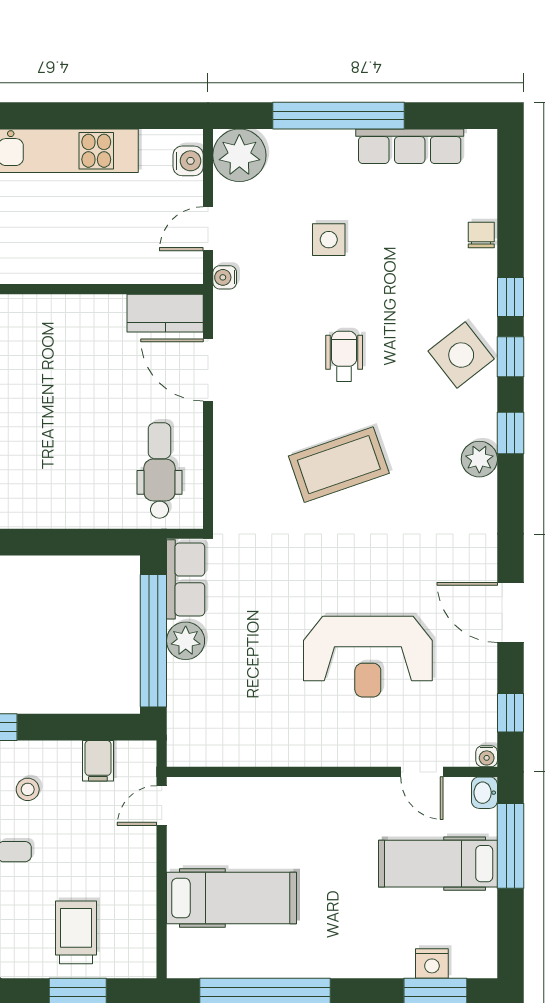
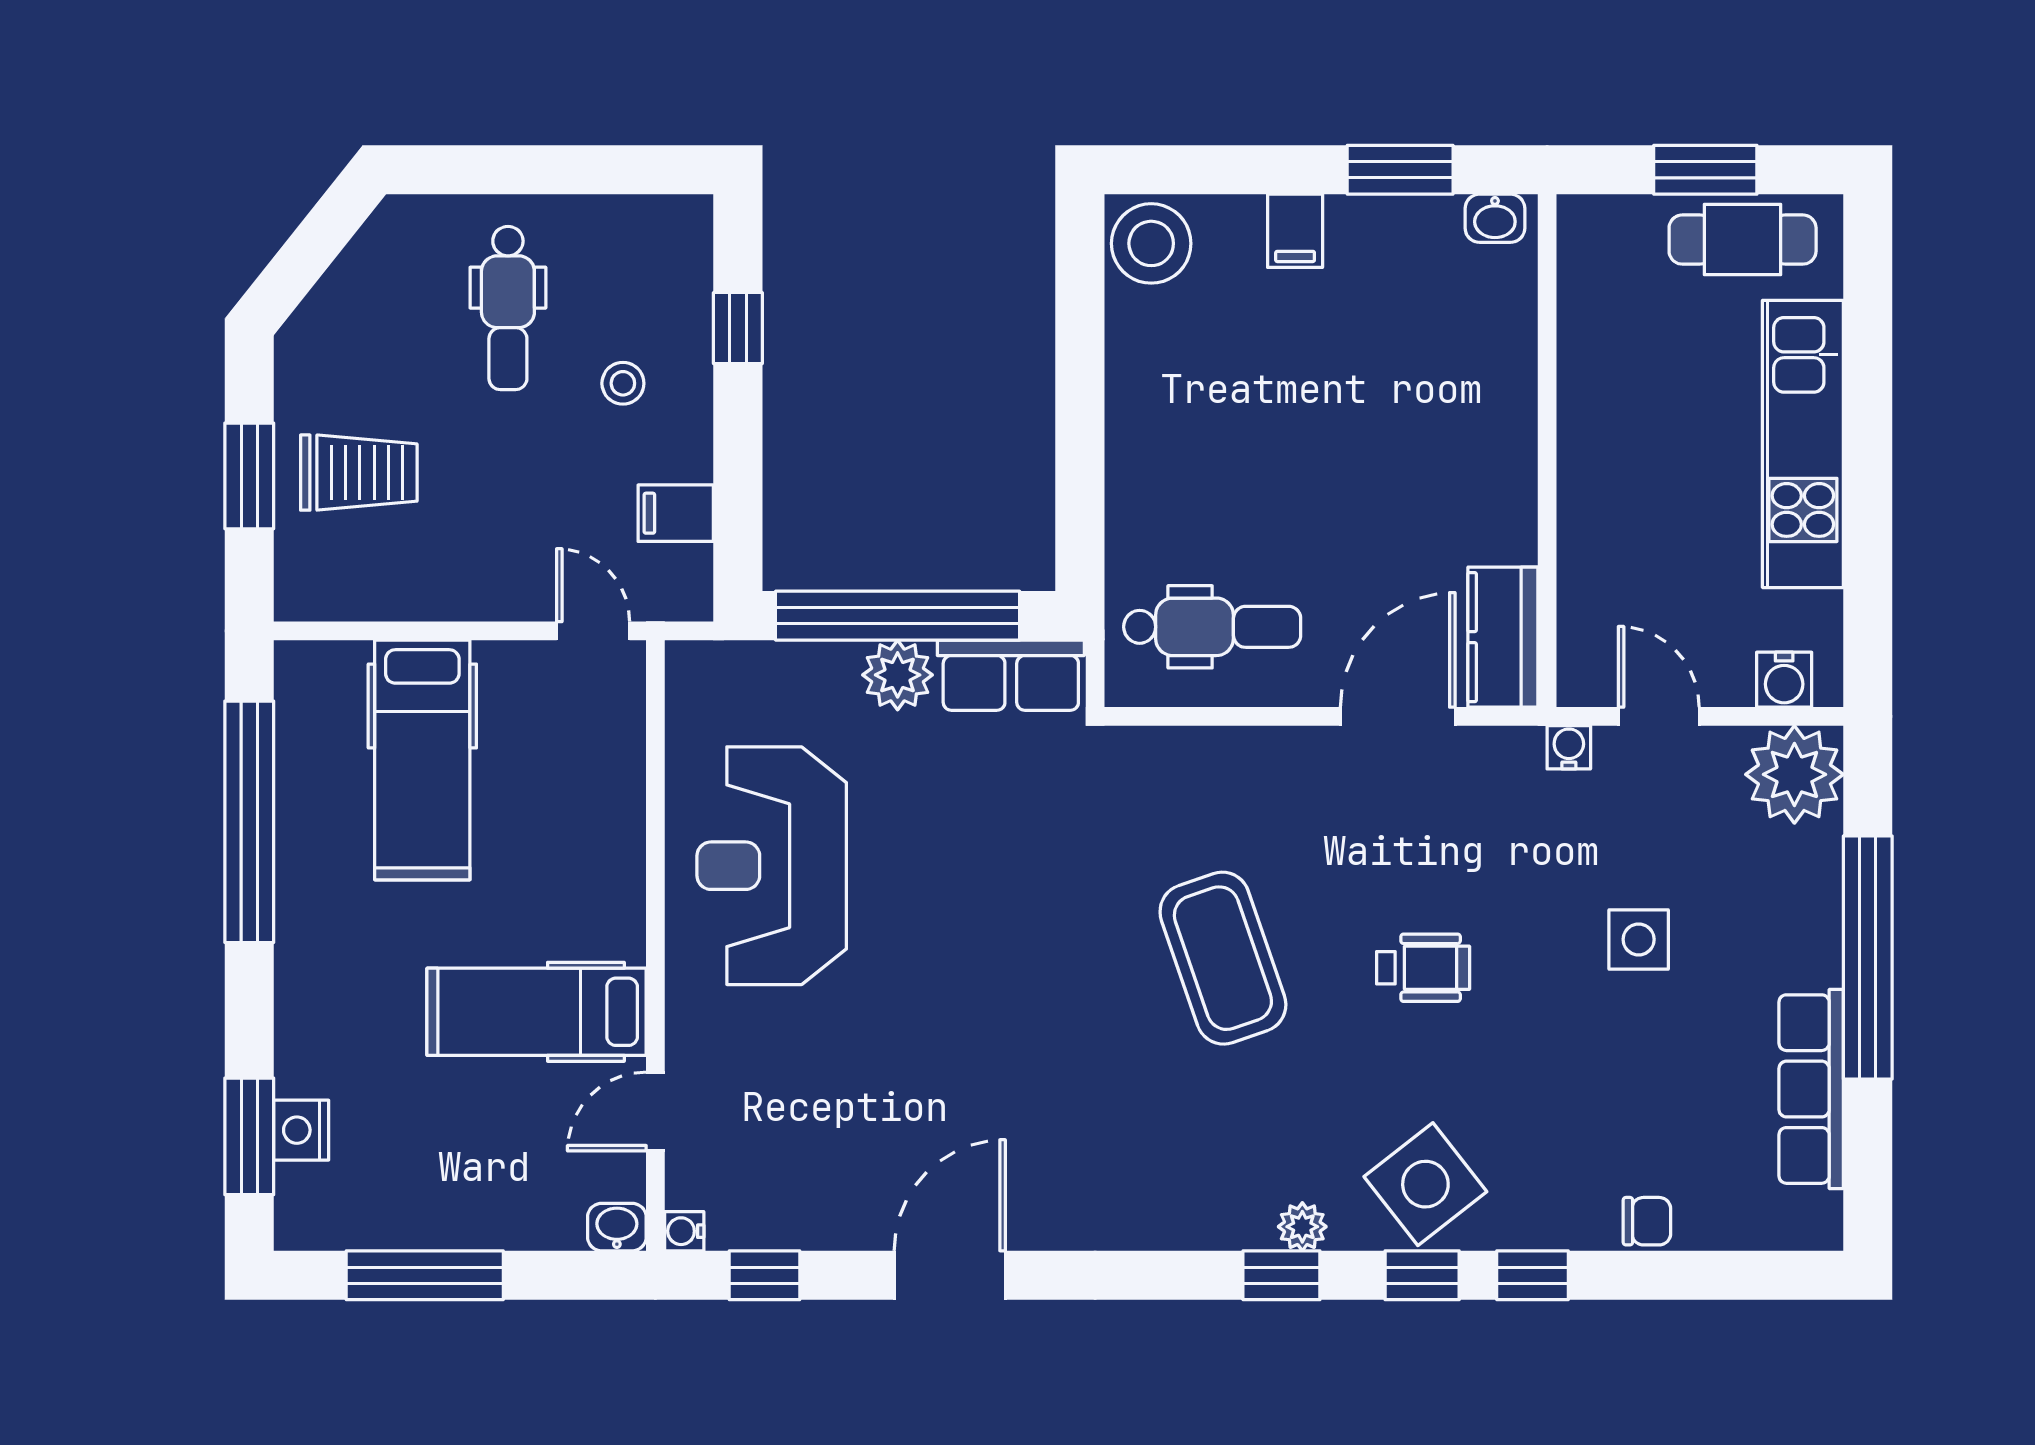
plant: (479, 459) -> (1302, 1227), moved, width x0.73, depth x0.73
reception desk: (368, 657) -> (772, 866), moved
window: (510, 846) -> (425, 1275), moved
hospital bed: (438, 864) -> (537, 1012), moved, turned -90

